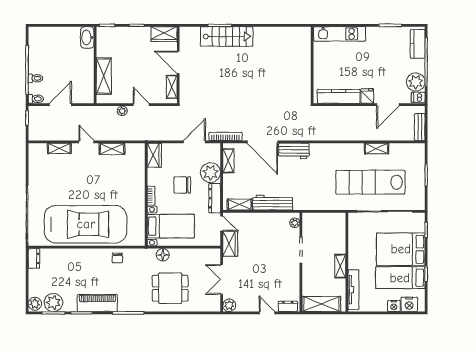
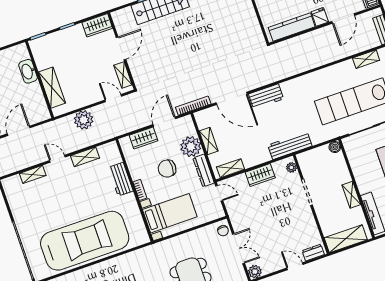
washbasin: (87, 37) -> (28, 71), moved
door: (178, 62) -> (121, 48), swing flipped
door: (141, 105) -> (113, 98), moved
plant: (122, 111) -> (84, 120), width x1.88, depth x1.88
shelving: (376, 148) -> (366, 59), moved
wardrobe: (154, 155) -> (144, 138), moved, turned 90
shelving: (228, 161) -> (209, 141), moved
workbench: (137, 180) -> (121, 179), added
workbench: (273, 203) -> (290, 146), moved
boiler: (340, 218) -> (335, 147), added
wardrobe: (230, 244) -> (260, 175), moved, turned 90
floor lamp: (163, 255) -> (172, 244), removed
chair: (117, 258) -> (223, 231), moved
double door: (222, 279) -> (238, 249), swing flipped

